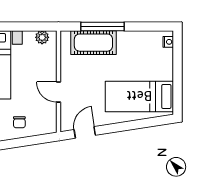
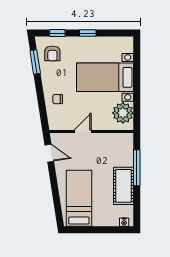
plant: (42, 37) -> (123, 113), width x1.87, depth x1.87
cot: (93, 43) -> (124, 186), moved

